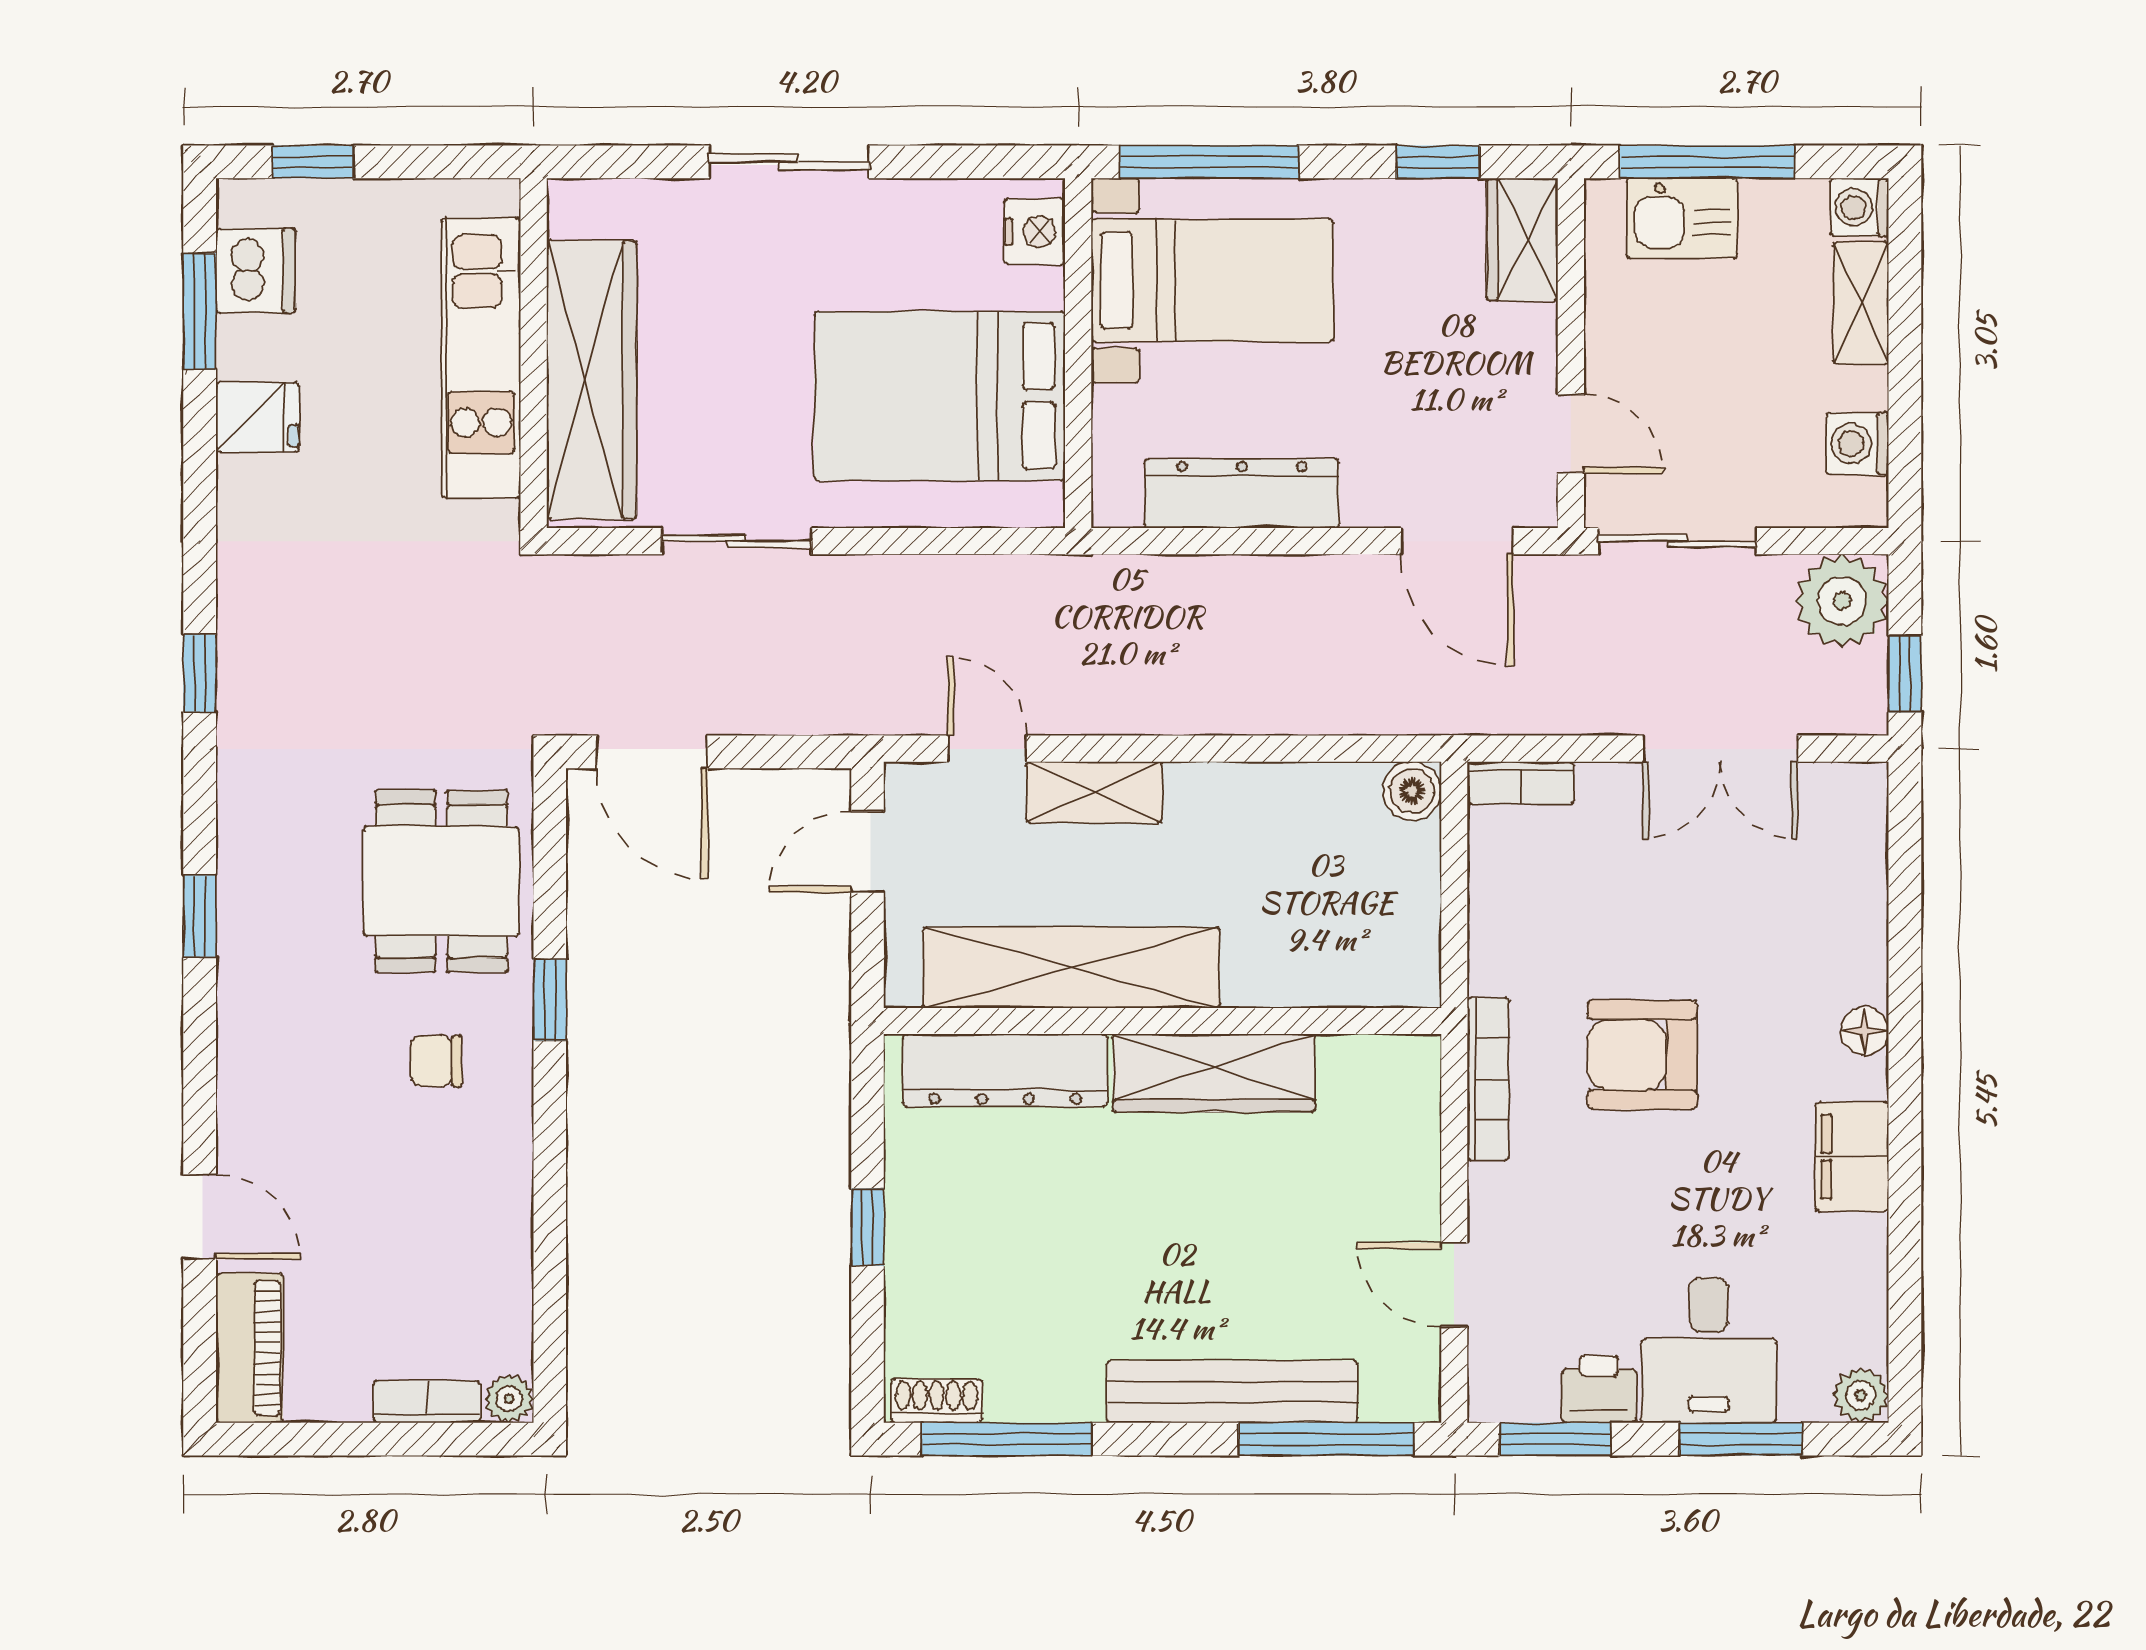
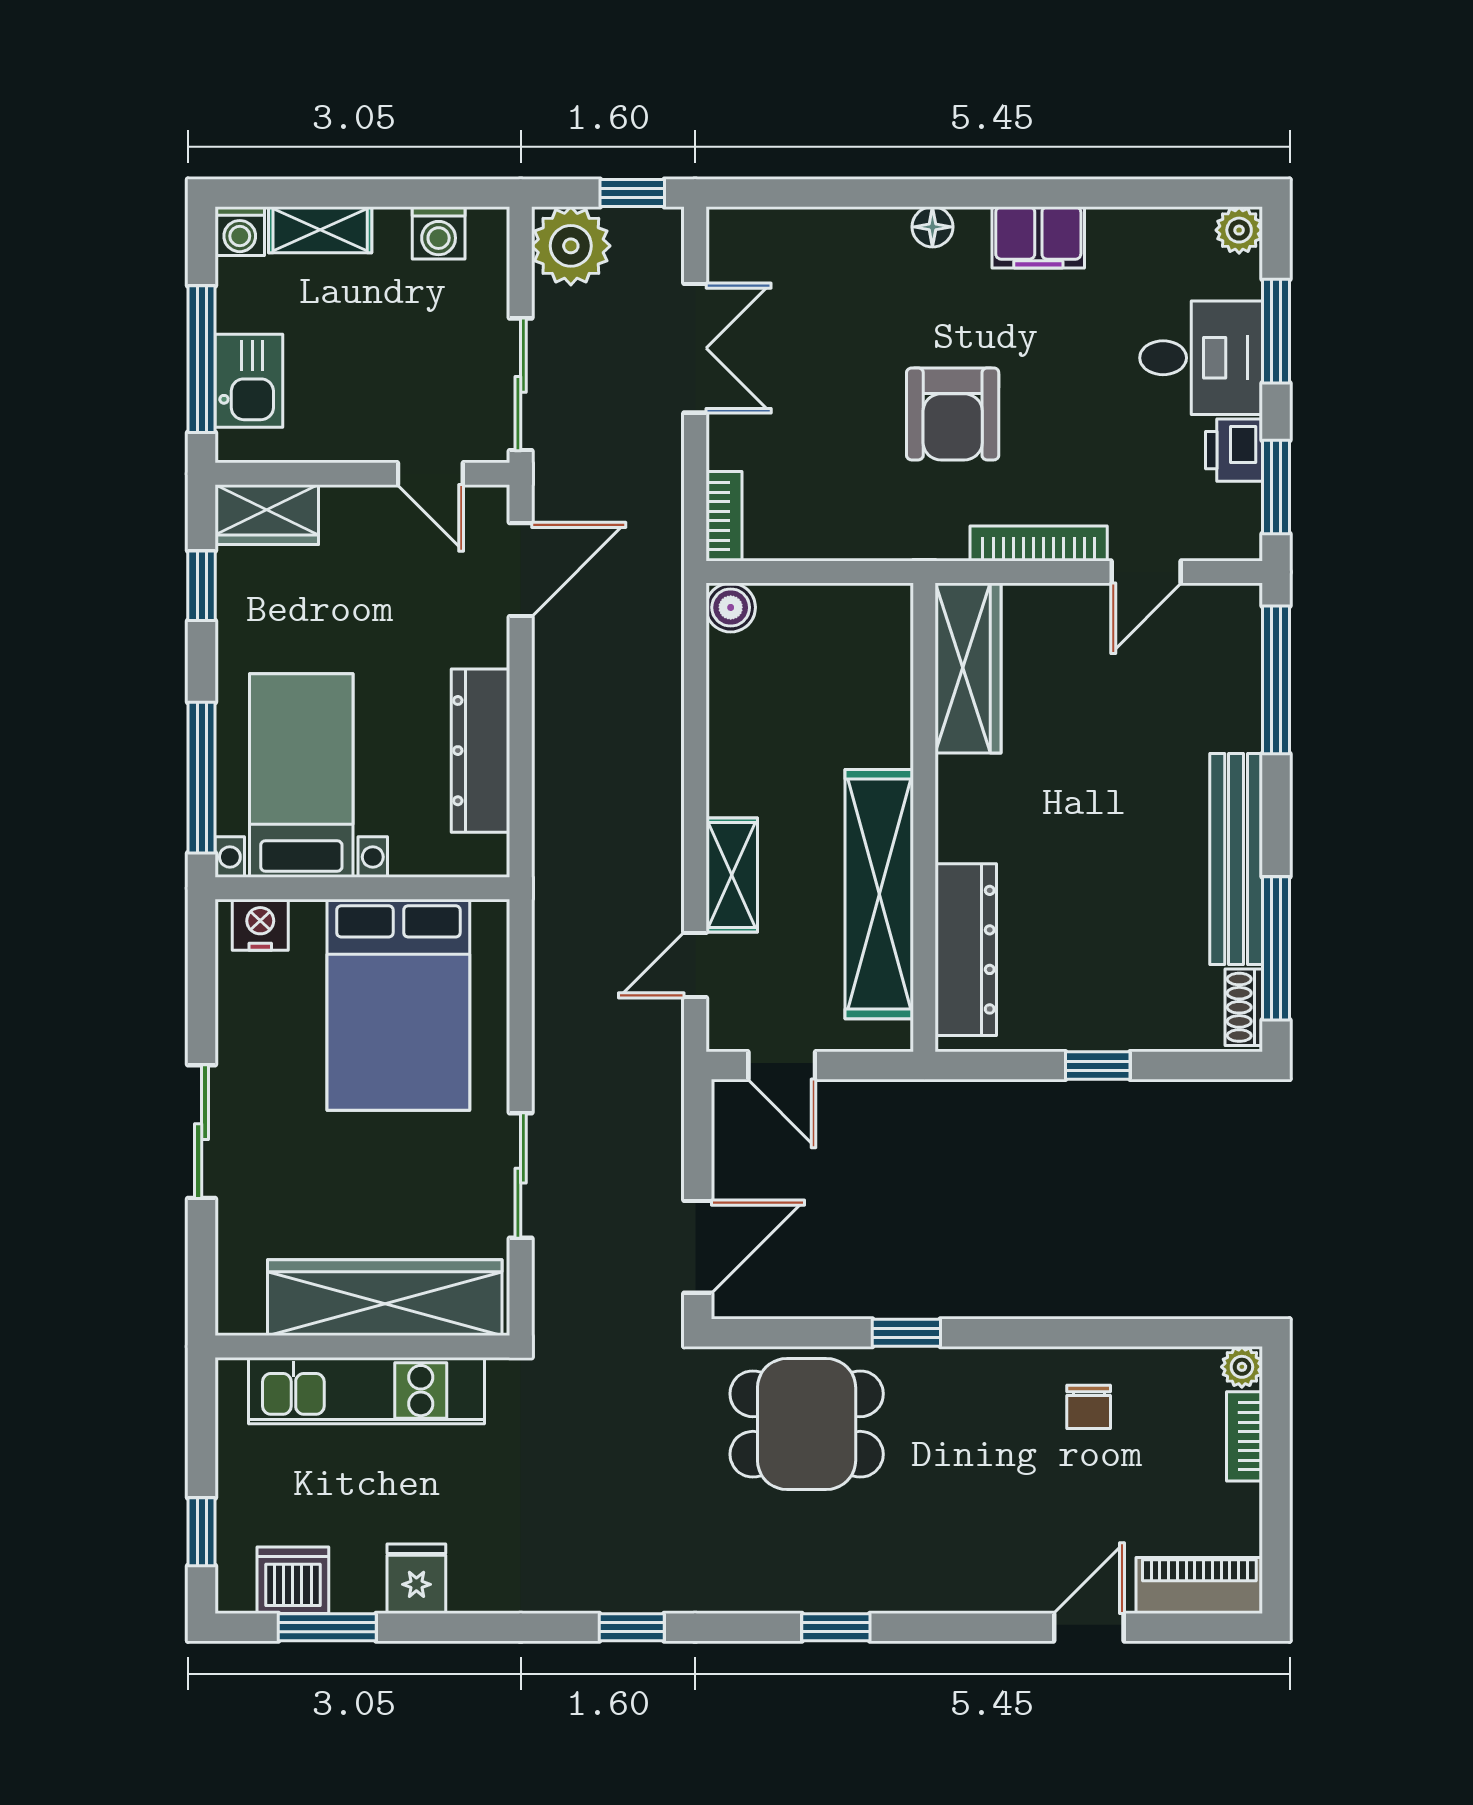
door: (1571, 434) -> (430, 474), swing flipped
chair: (436, 1061) -> (1089, 1407), moved
wardrobe: (1214, 1073) -> (968, 668), moved
bookcase: (1488, 1079) -> (1039, 544), moved
bench: (1232, 1392) -> (1236, 859), moved

